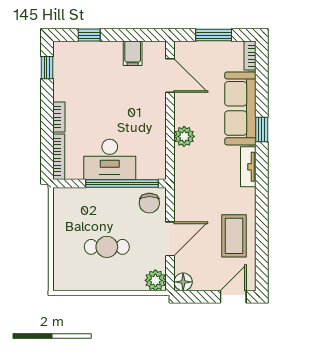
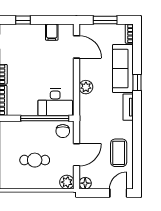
desk: (110, 159) -> (55, 102), moved

